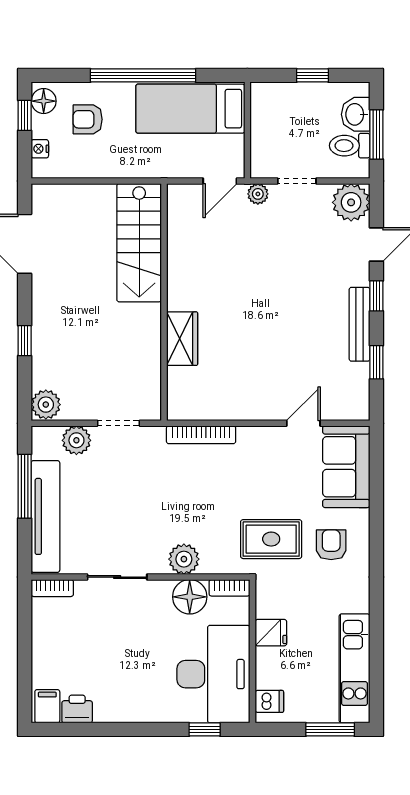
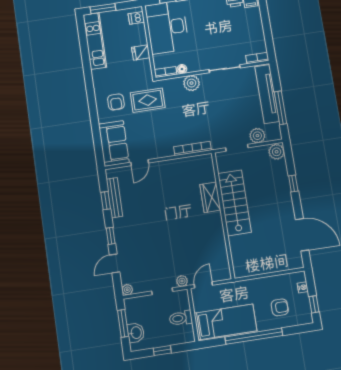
floor lamp: (44, 101) -> (305, 314), removed
toilet: (350, 146) -> (181, 318), moved, turned 180
plant: (351, 202) -> (127, 290), width x0.53, depth x0.53
stairs: (139, 243) -> (235, 203), moved
bench: (360, 324) -> (114, 198), moved
floor lamp: (190, 597) -> (182, 69), width x0.53, depth x0.53

